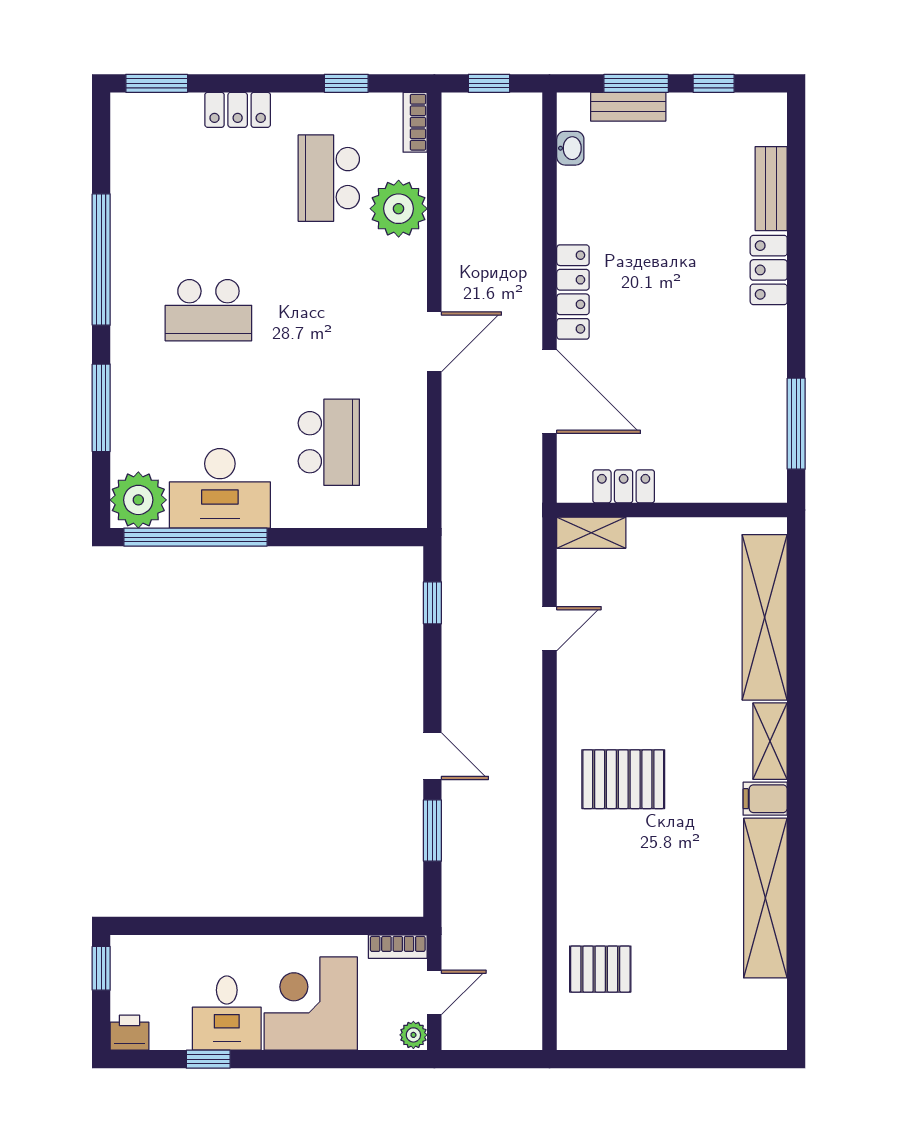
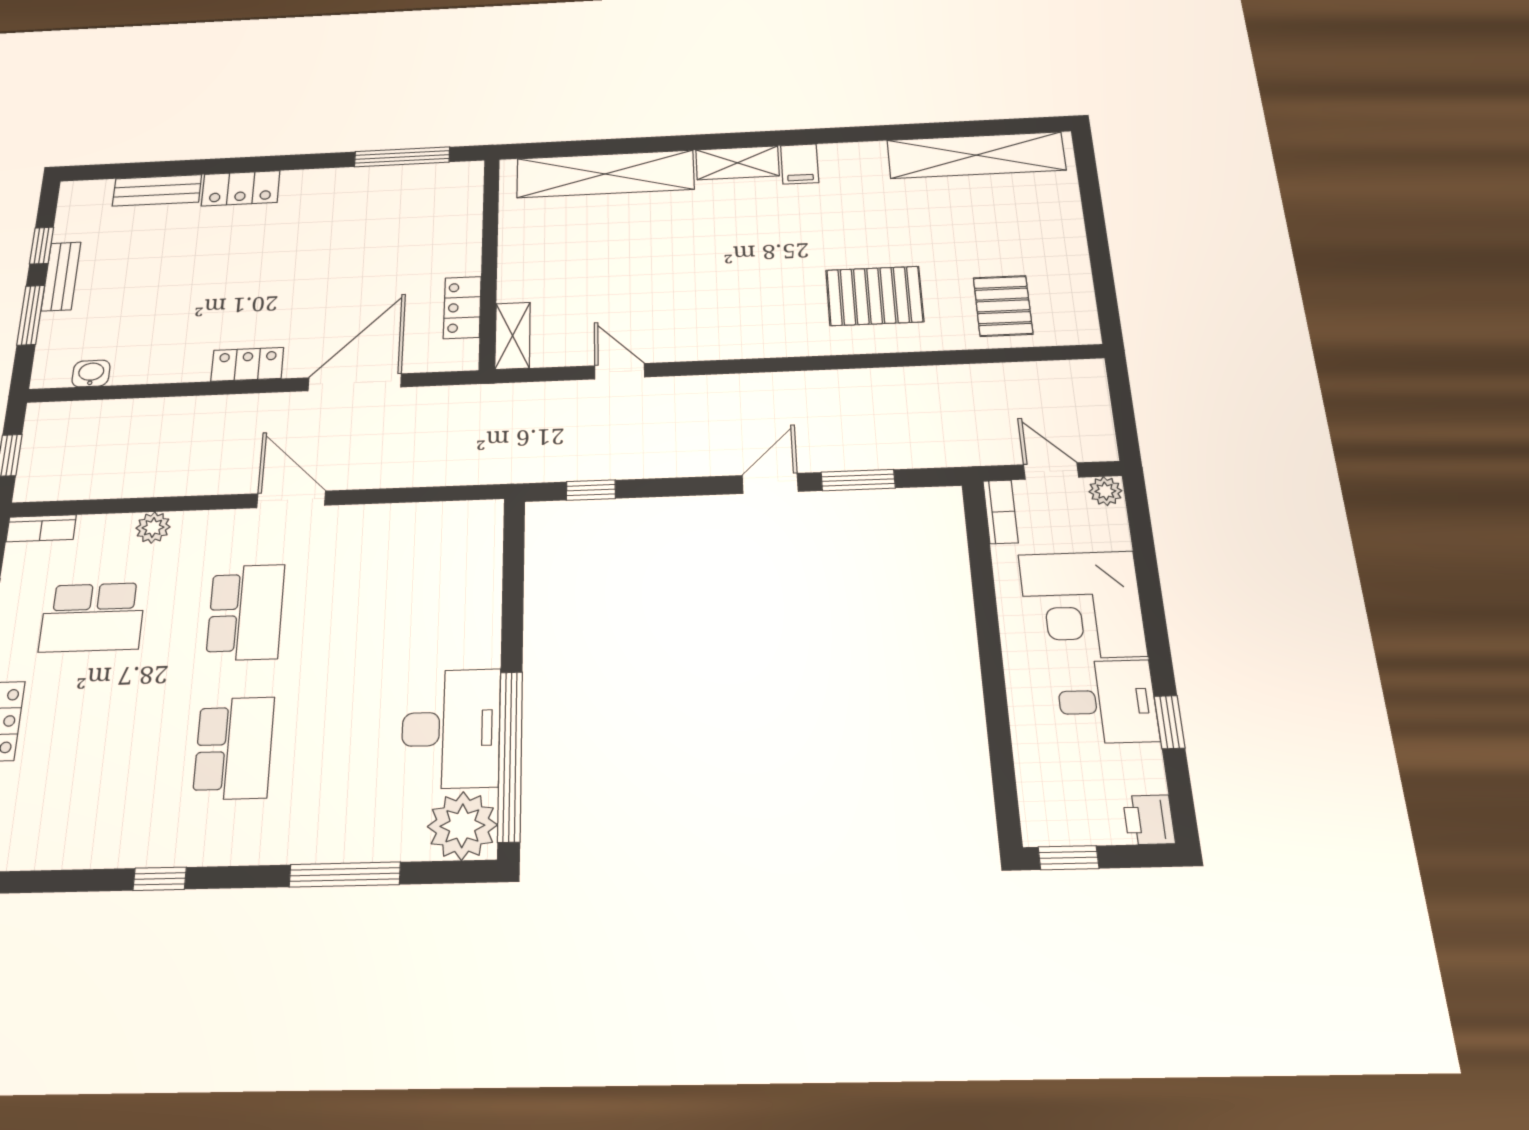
bench: (628, 107) -> (61, 276), moved
plant: (399, 209) -> (153, 528), width x0.53, depth x0.53
window: (101, 260) -> (160, 879), width x0.32
locker: (573, 292) -> (247, 364), width x0.66
school desk: (329, 442) -> (245, 612), moved, turned 90
pallet: (623, 779) -> (875, 296), moved, turned 90
shelving: (765, 898) -> (976, 155), moved

